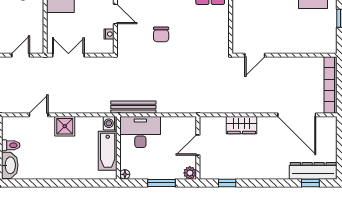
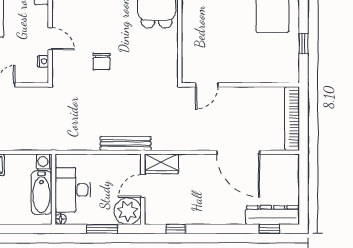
bench: (133, 107) -> (126, 143), moved
door: (297, 115) -> (238, 152), moved
wardrobe: (241, 125) -> (161, 164), moved
desk: (140, 132) -> (73, 190), moved, turned -90
plant: (190, 173) -> (128, 211), width x1.87, depth x1.87

